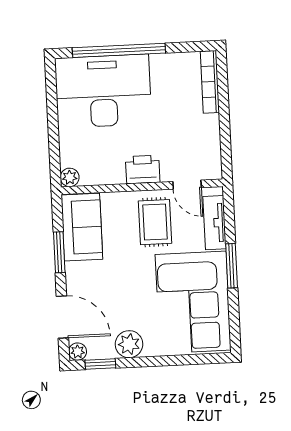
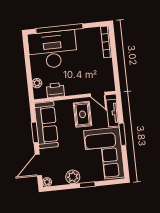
printer: (143, 169) -> (55, 90), moved
plant: (70, 177) -> (37, 83), moved
sofa: (82, 227) -> (46, 125), width x1.36
door: (62, 317) -> (38, 165), swing flipped
window: (100, 364) -> (87, 185), moved

